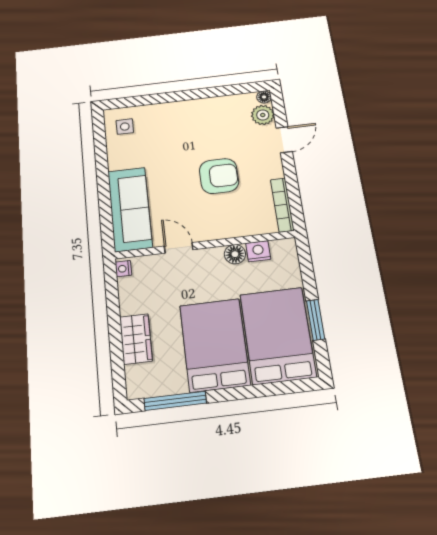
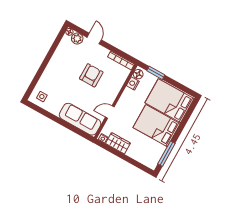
floor lamp: (235, 254) -> (138, 74), moved
window: (316, 320) -> (156, 73), moved
wardrobe: (136, 339) -> (118, 143), moved

